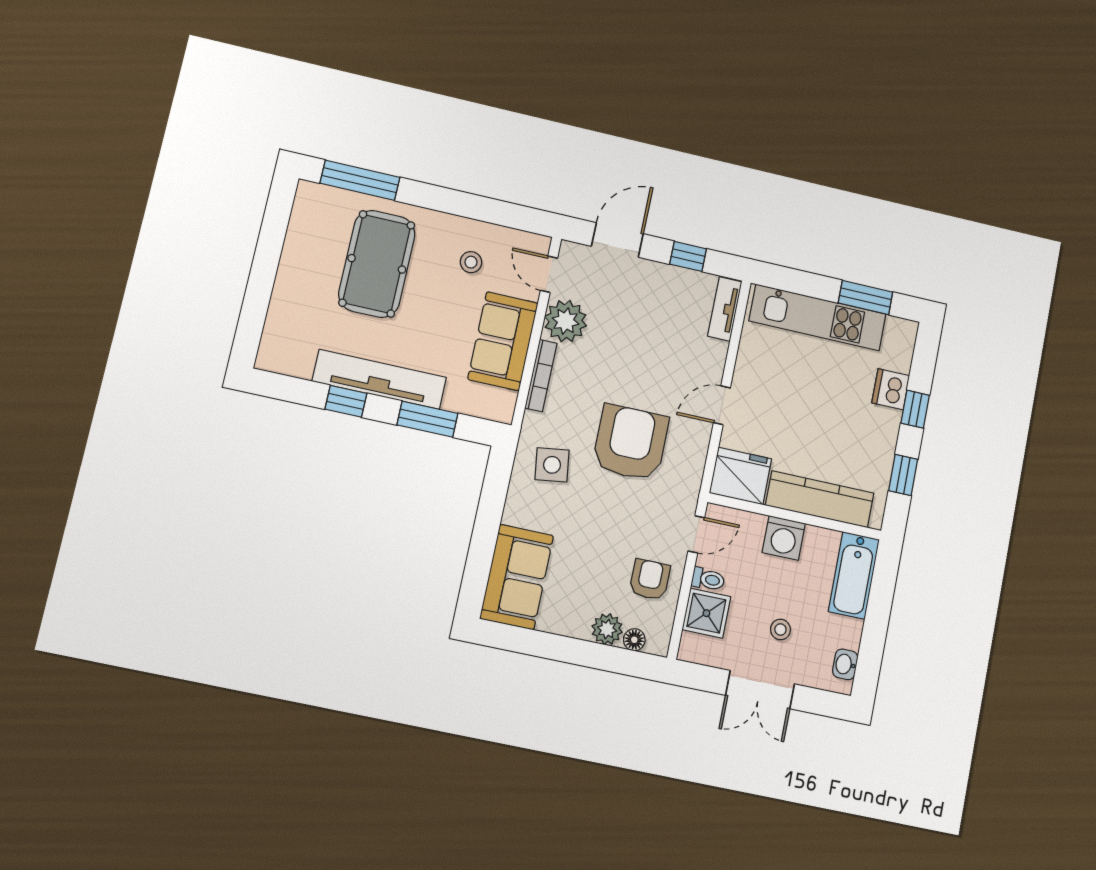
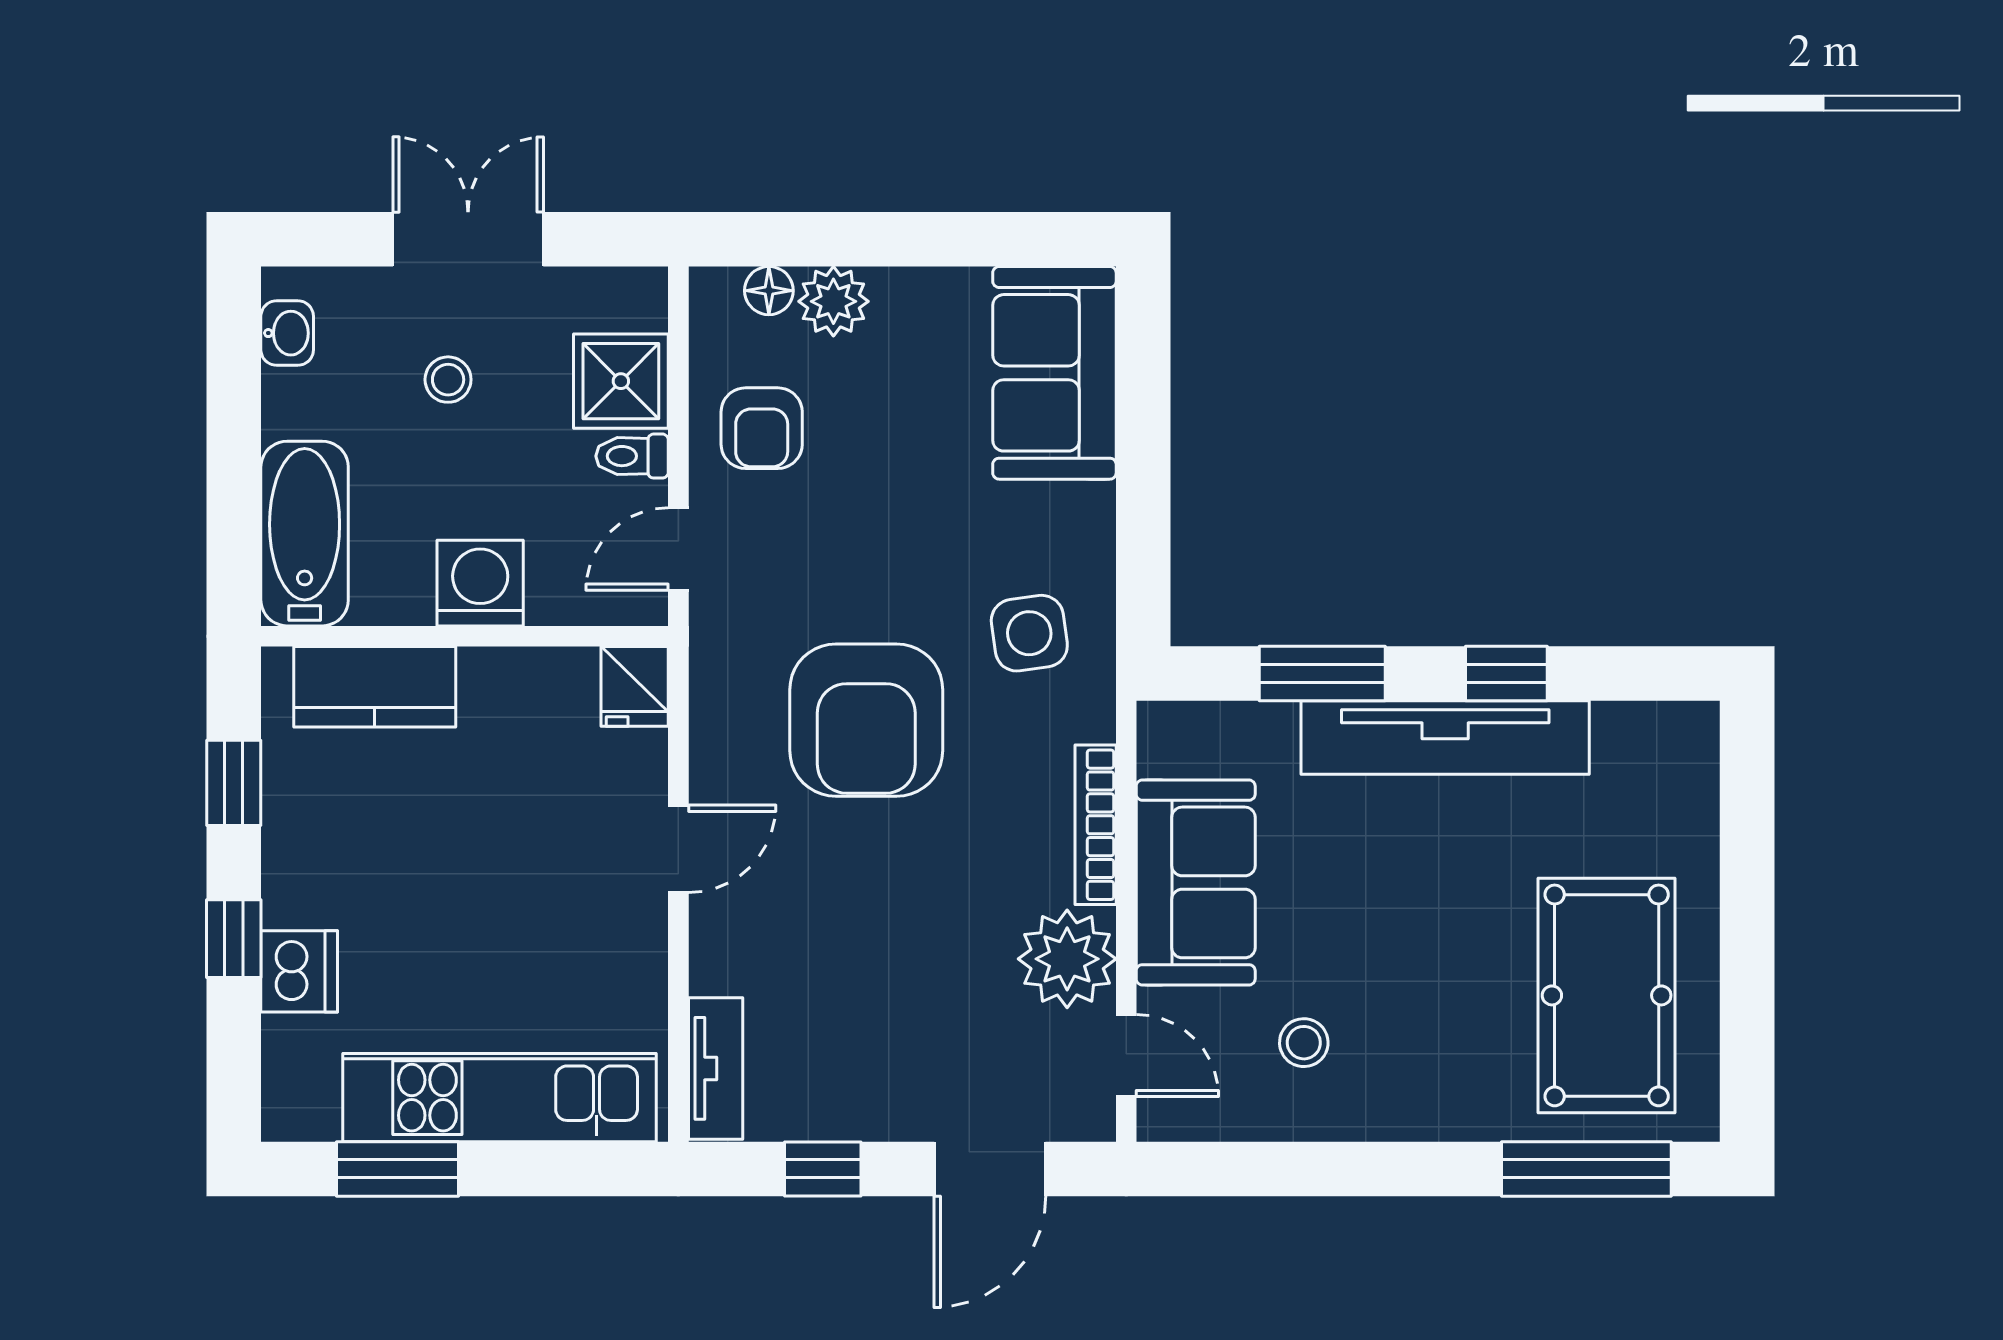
pool table: (377, 264) -> (1607, 995), moved
fridge: (740, 476) -> (635, 686), width x0.53, depth x0.75
kitchen counter: (820, 499) -> (375, 687), width x0.67

